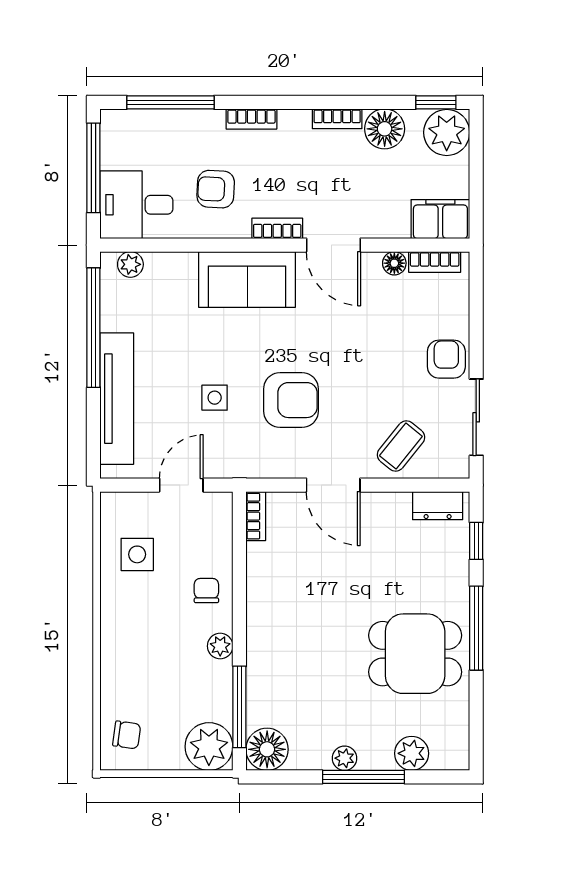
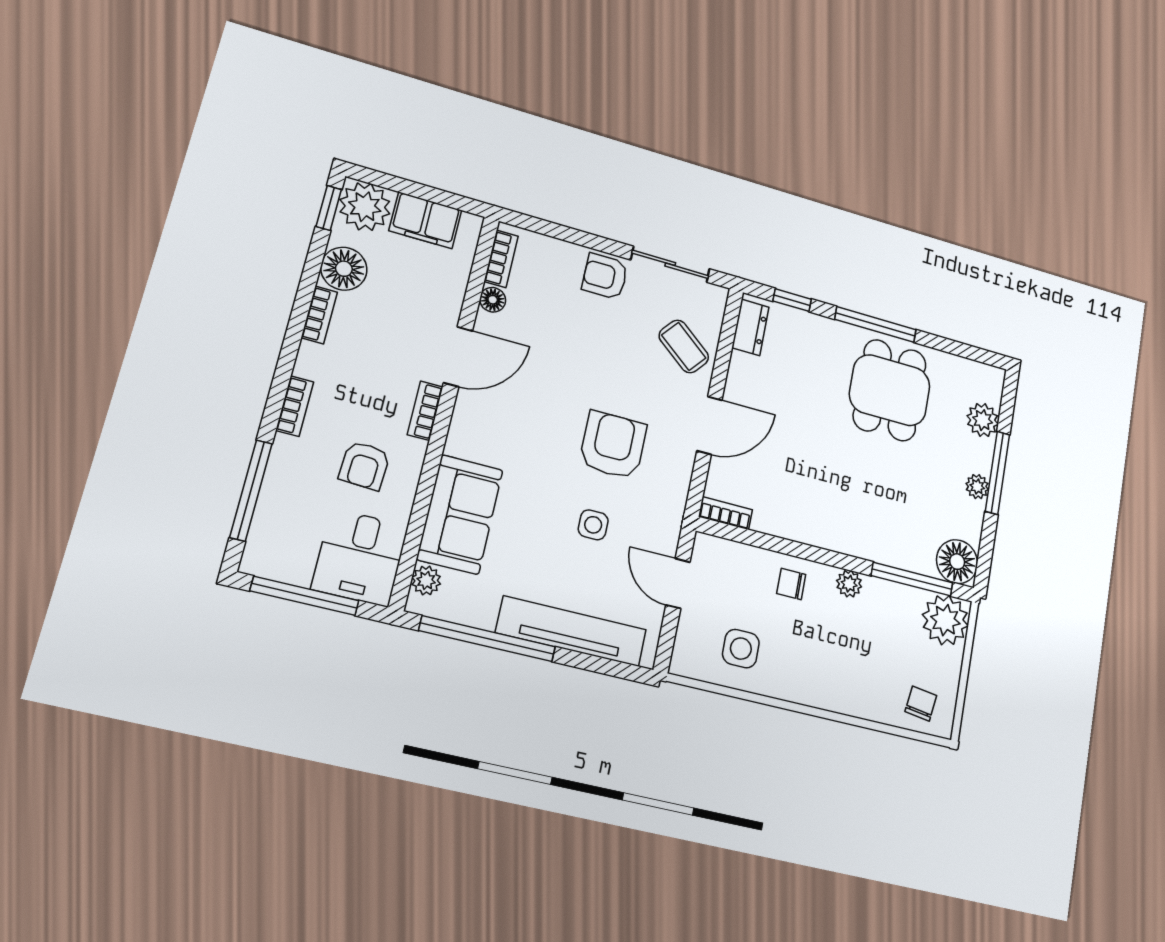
filing cabinet: (440, 219) -> (425, 220), moved, turned -90
sofa: (247, 279) -> (460, 514), moved

